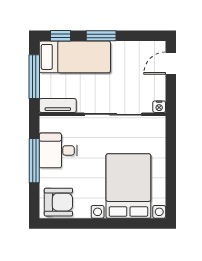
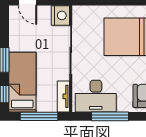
nightstand: (159, 107) -> (60, 15), width x1.89, depth x1.79
desk: (58, 150) -> (96, 96), width x1.37

